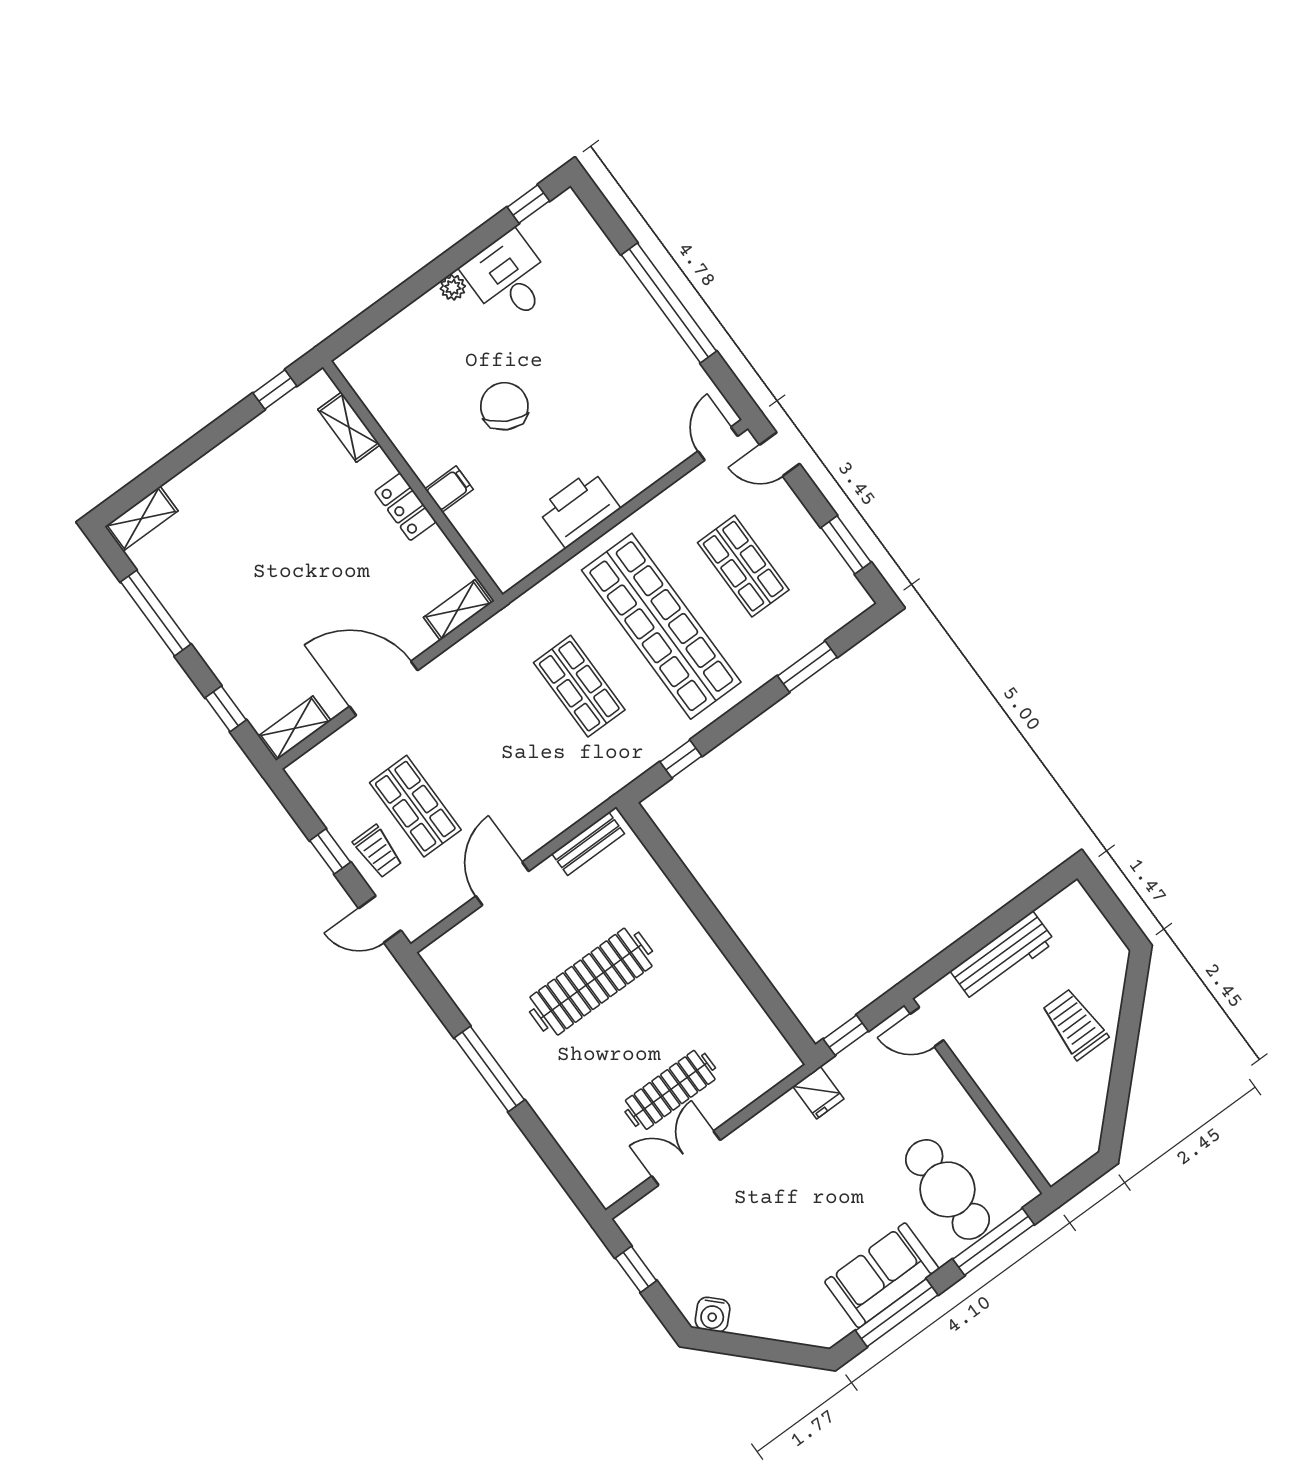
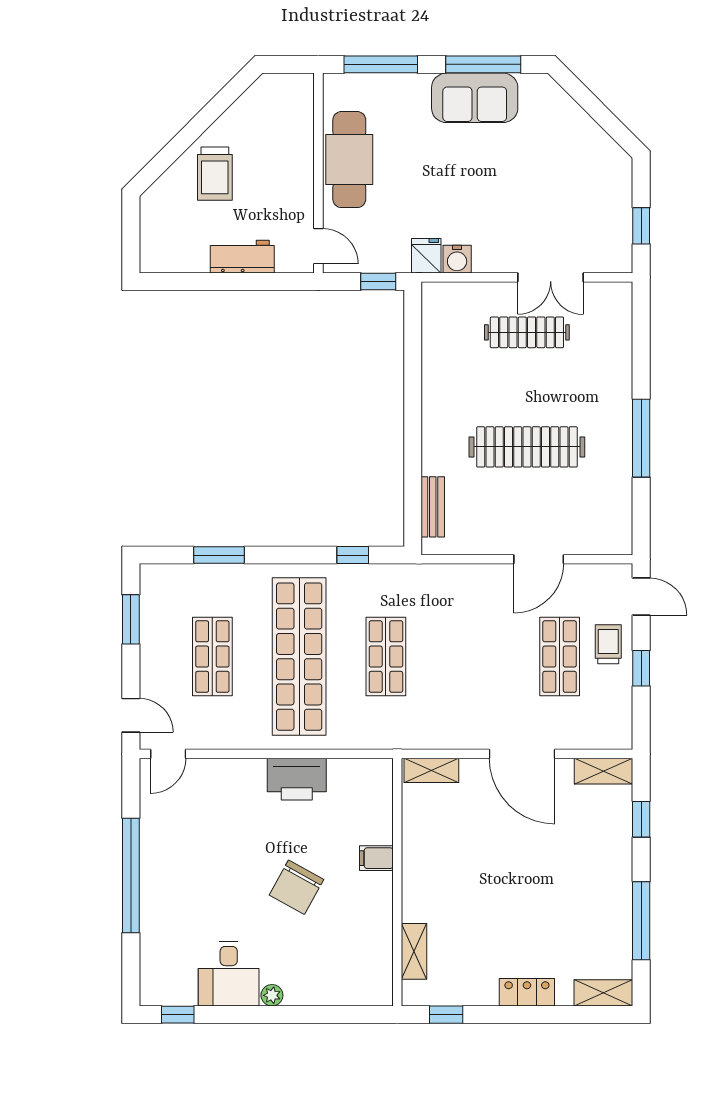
locker: (405, 507) -> (527, 992), moved, turned -90
bench: (588, 844) -> (433, 507), moved, turned 90
workbench: (1003, 956) -> (242, 257), width x0.73
cafe table: (947, 1189) -> (349, 160), moved
water cooler: (713, 1315) -> (457, 259), moved, turned 135

